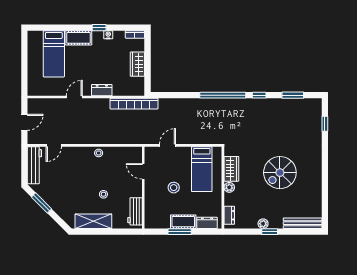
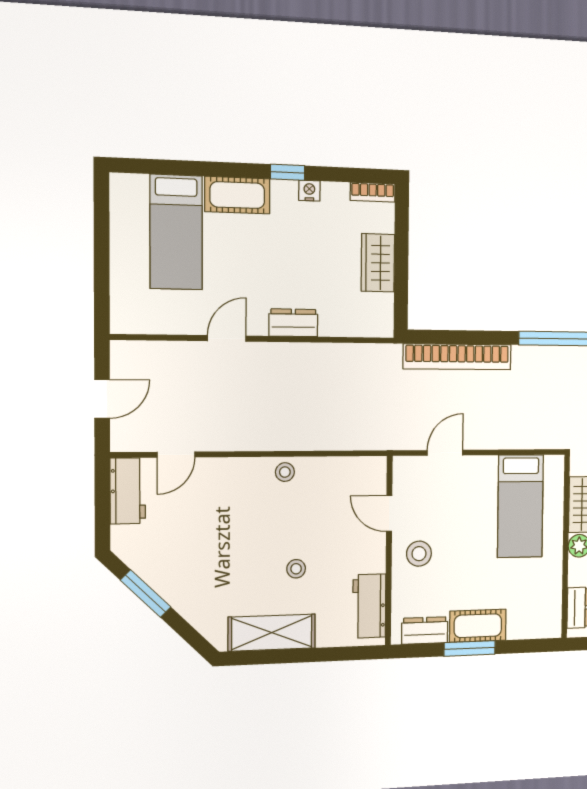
bookcase: (134, 104) -> (457, 357), moved
workbench: (34, 165) -> (128, 491), width x0.73
stool: (174, 188) -> (419, 554), moved
dresser: (207, 223) -> (425, 630), moved

